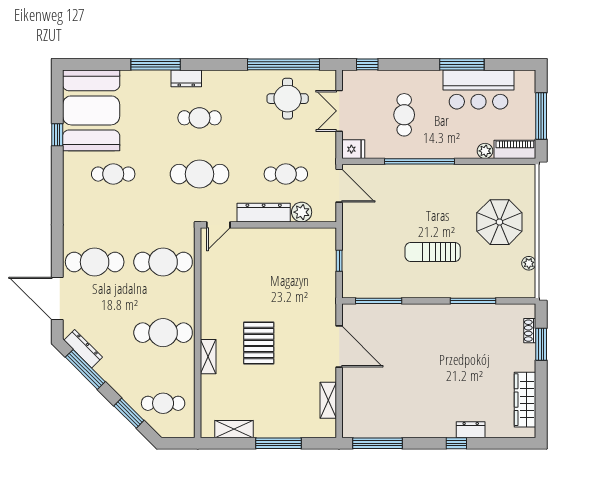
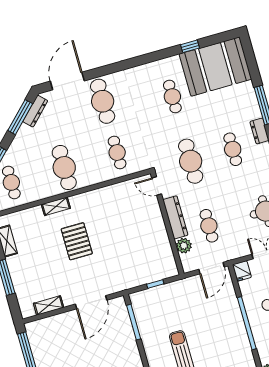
cafe table: (163, 262) -> (117, 153), width x0.73, depth x0.74
pallet: (259, 343) -> (77, 241), turned 90

